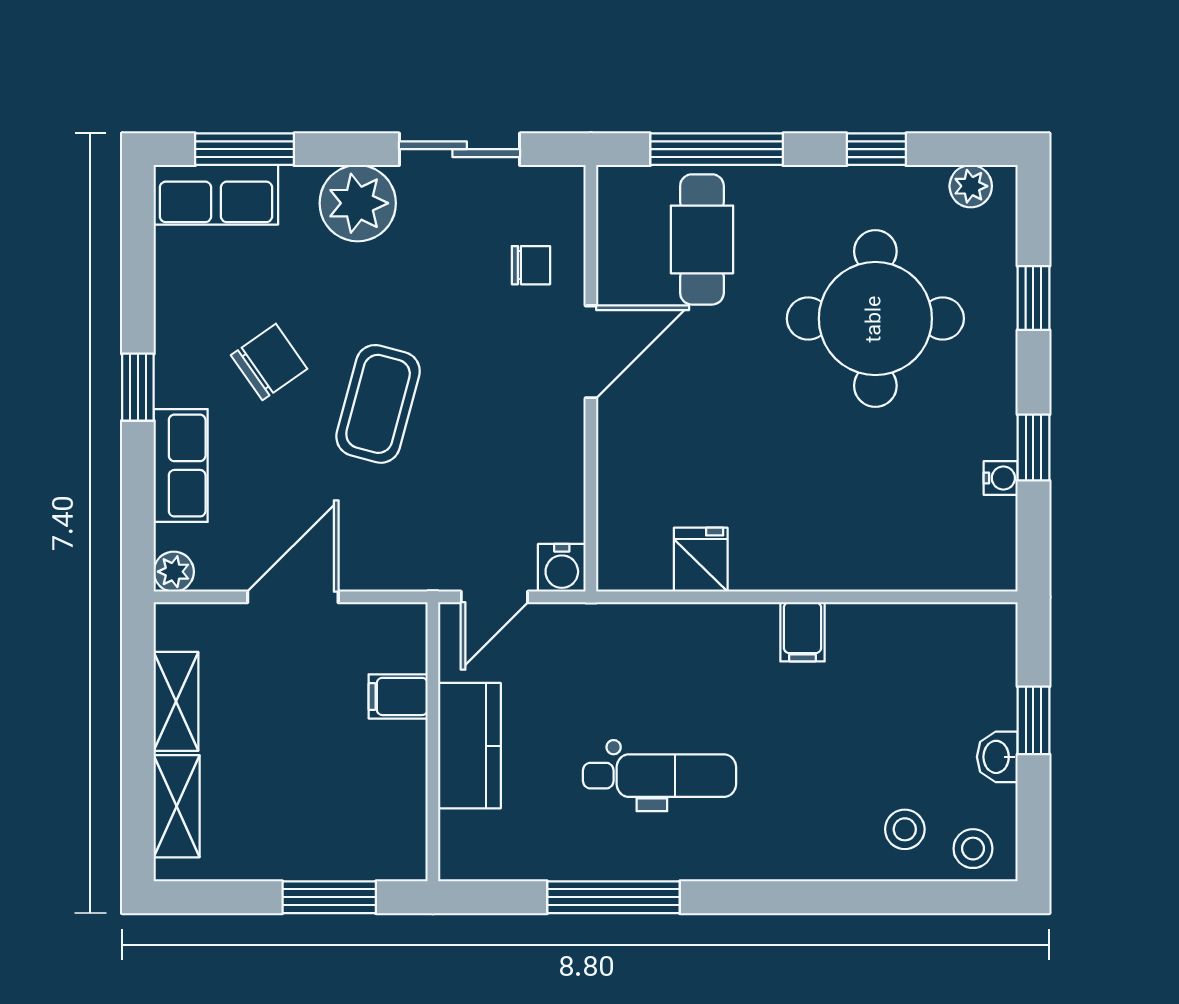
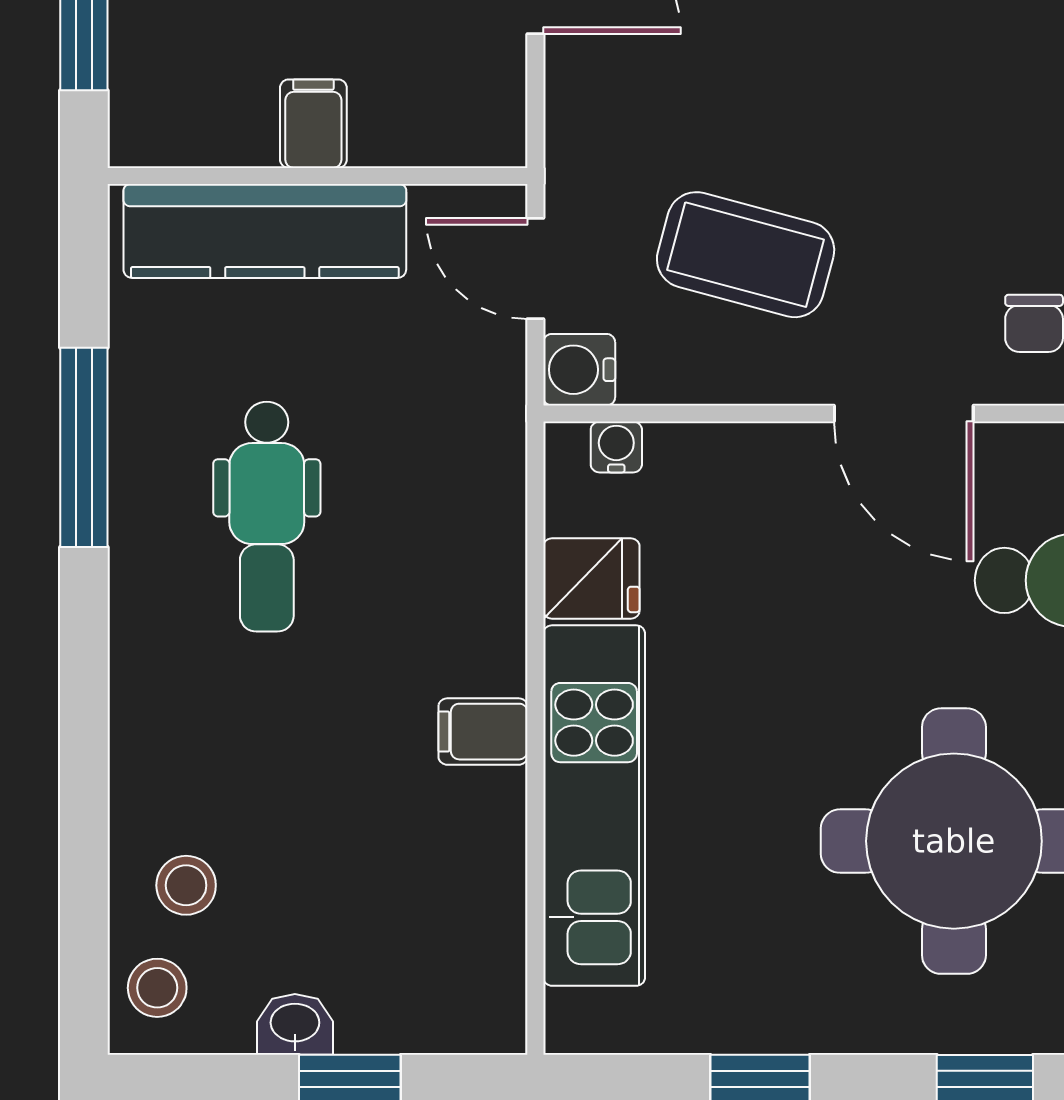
coffee table: (378, 404) -> (746, 255), moved
water cooler: (1001, 478) -> (616, 447), moved, turned 180
kitchen unit: (852, 558) -> (594, 806), added
filing cabinet: (398, 696) -> (313, 124), moved
kitchen counter: (469, 746) -> (265, 231), width x1.50

